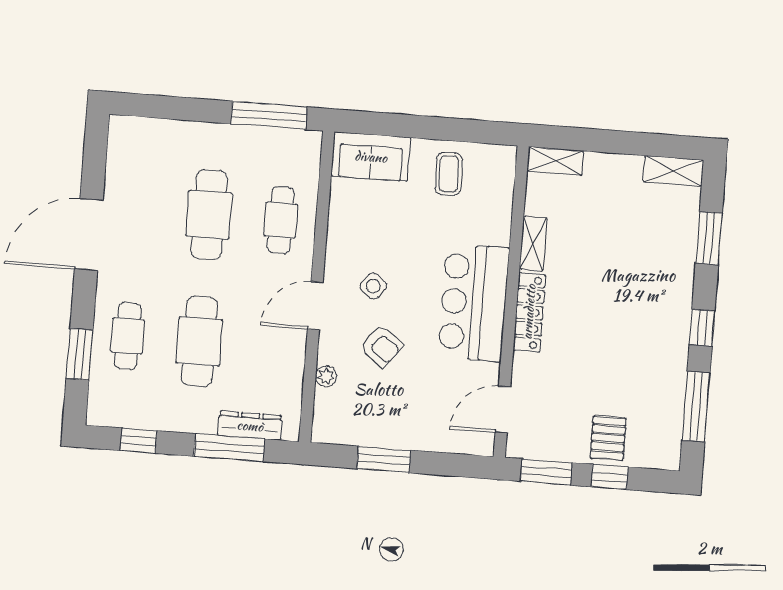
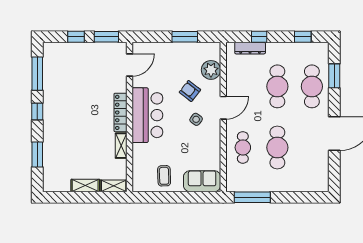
shelving: (673, 171) -> (85, 186), moved
cafe table: (128, 336) -> (312, 86), width x1.37, depth x1.35
plant: (326, 376) -> (211, 70), width x1.88, depth x1.88
pallet: (608, 438) -> (78, 55), removed
window: (229, 448) -> (259, 37), width x0.46

